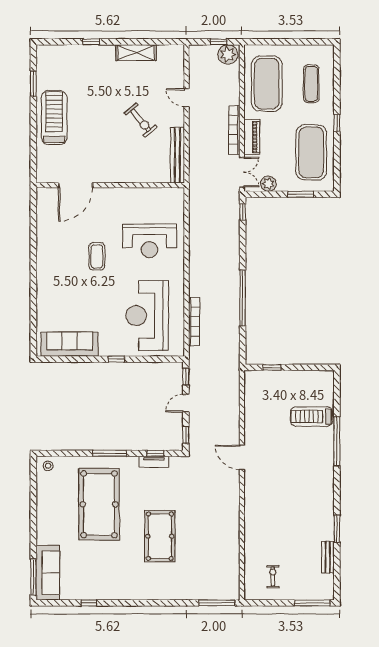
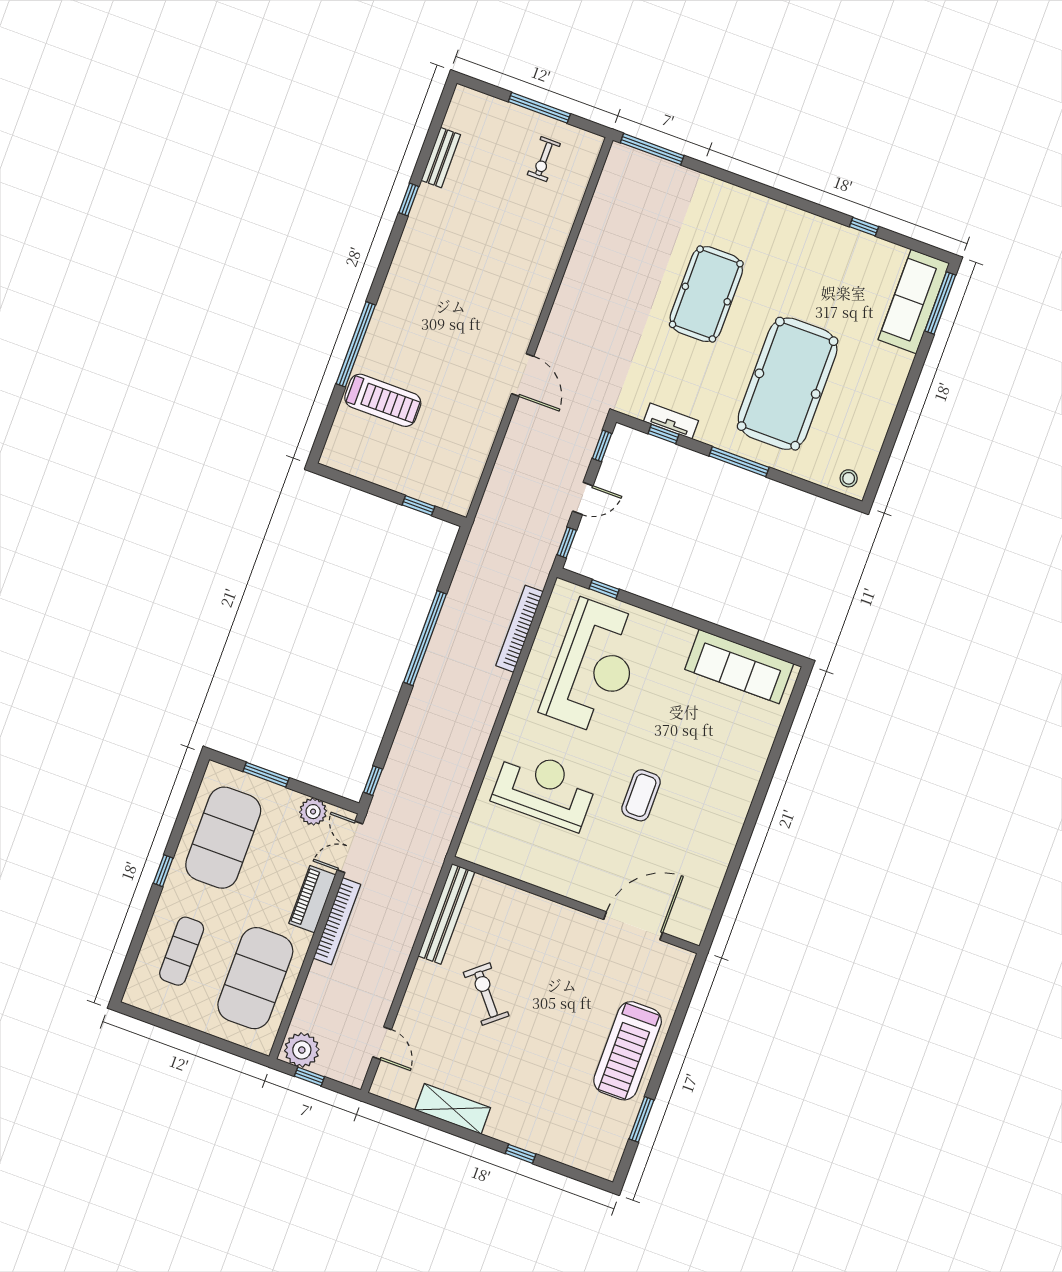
door: (186, 98) -> (382, 1043), moved
window: (116, 359) -> (604, 589), moved
window: (337, 529) -> (409, 200), width x0.67
window: (312, 603) -> (539, 108), moved

